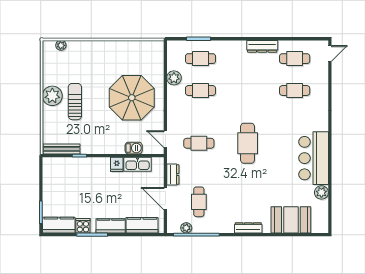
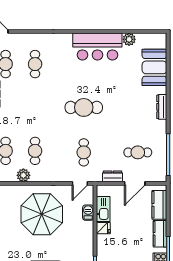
plant: (186, 228) -> (162, 164), removed

